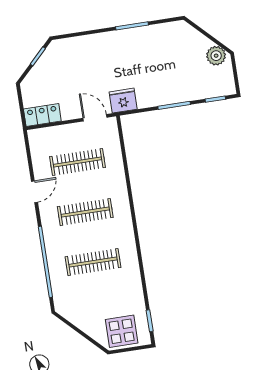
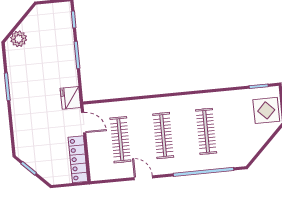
plant: (216, 56) -> (19, 39), moved
locker: (42, 115) -> (78, 159), width x1.53
door: (95, 118) -> (84, 123), swing flipped

